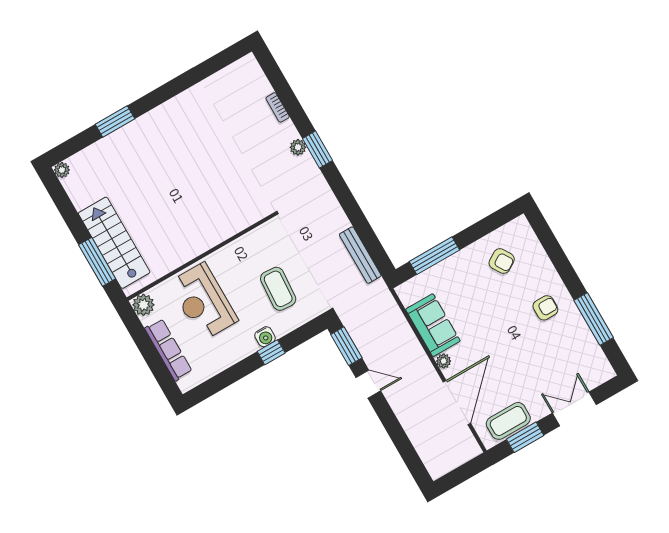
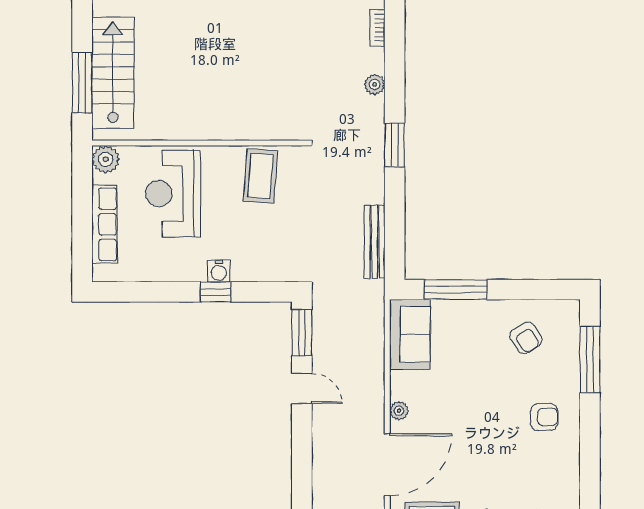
window: (317, 150) -> (395, 145), moved
coffee table: (278, 289) -> (260, 176), moved
window: (594, 319) -> (590, 359), moved
sofa: (433, 325) -> (410, 334), moved

